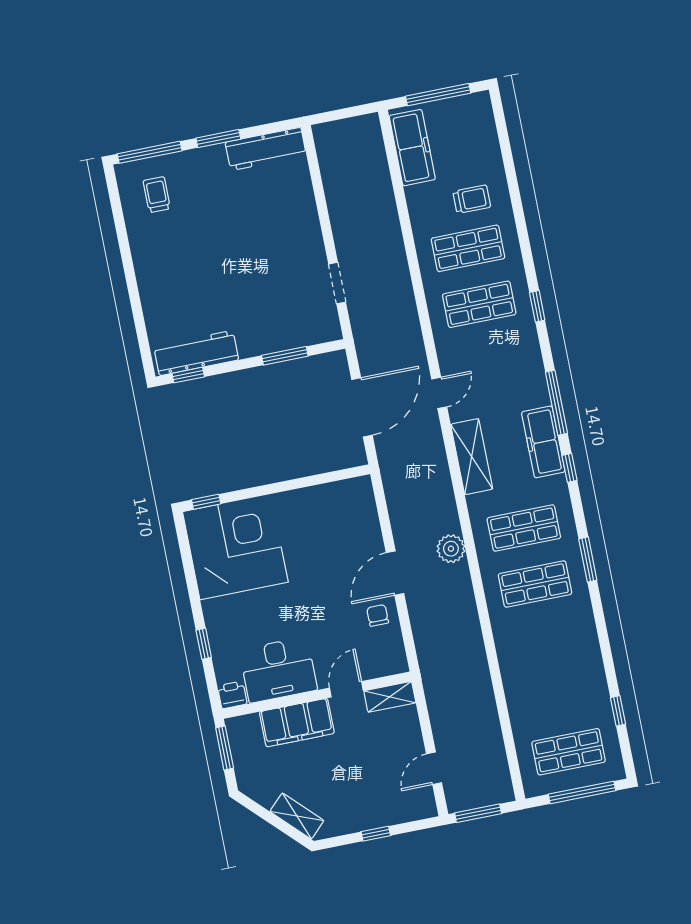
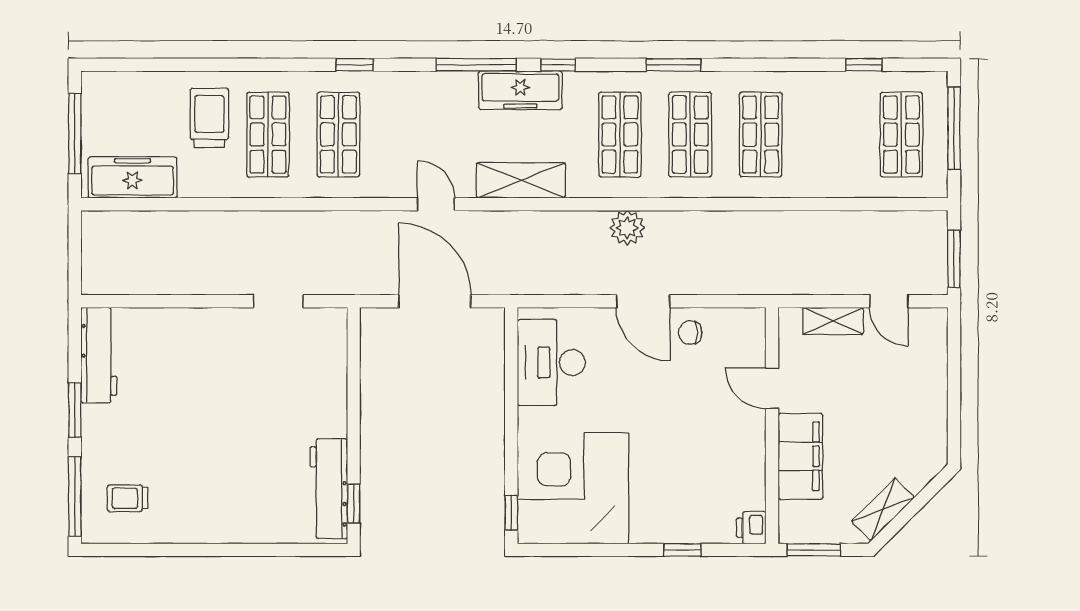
trolley: (472, 199) -> (209, 118), width x1.36, depth x1.39
window: (285, 356) -> (354, 382), removed
shop shelf: (546, 640) -> (761, 135), added
desk: (278, 670) -> (551, 363), moved, turned 180
shelving: (390, 697) -> (833, 321), moved, turned 90
shelving: (297, 816) -> (883, 509), moved
window: (376, 834) -> (954, 388), removed

